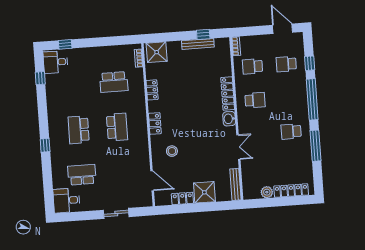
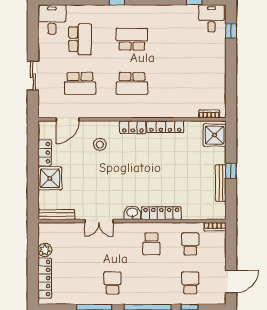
window: (203, 34) -> (231, 171), moved
school desk: (114, 82) -> (80, 83), moved, turned -90
locker: (152, 90) -> (165, 127), width x1.53

